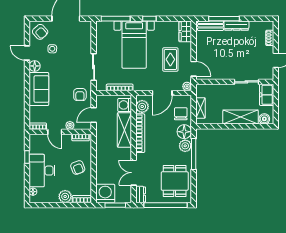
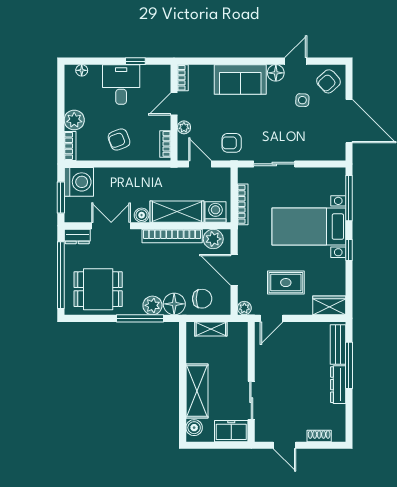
boiler: (127, 153) -> (142, 215), added
desk: (42, 171) -> (121, 84), width x0.73

